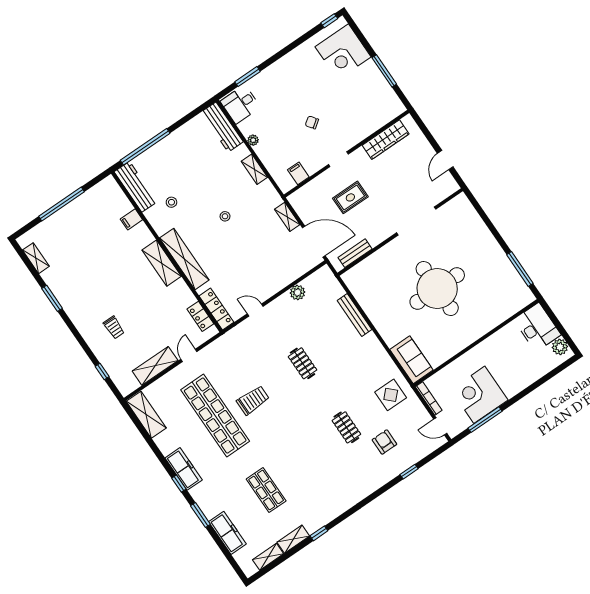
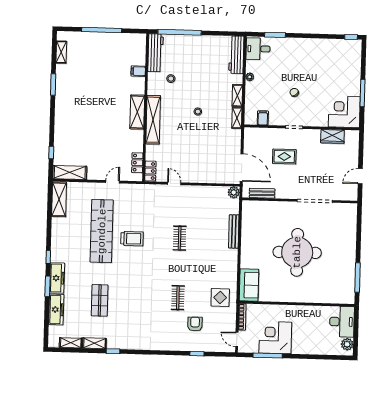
corner desk: (343, 52) -> (344, 112), moved, turned 90
wardrobe: (386, 140) -> (332, 136), width x0.67
shelving: (287, 217) -> (237, 118), moved
plant: (298, 292) -> (234, 192), moved
locker: (216, 309) -> (150, 171), width x0.66
trolley: (114, 327) -> (78, 130), removed
shelving: (155, 366) -> (70, 172), moved
freezer: (184, 469) -> (57, 278), moved

